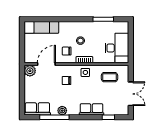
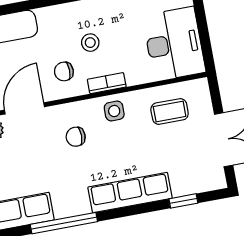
row of seats: (92, 109) -> (130, 193), width x1.48
plant: (62, 111) -> (79, 205), removed

